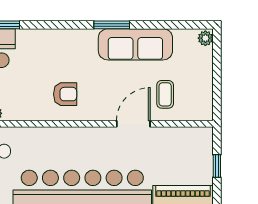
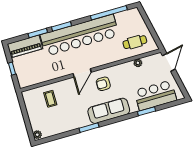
sofa: (135, 44) -> (109, 111), moved
door: (133, 124) -> (82, 73), moved

